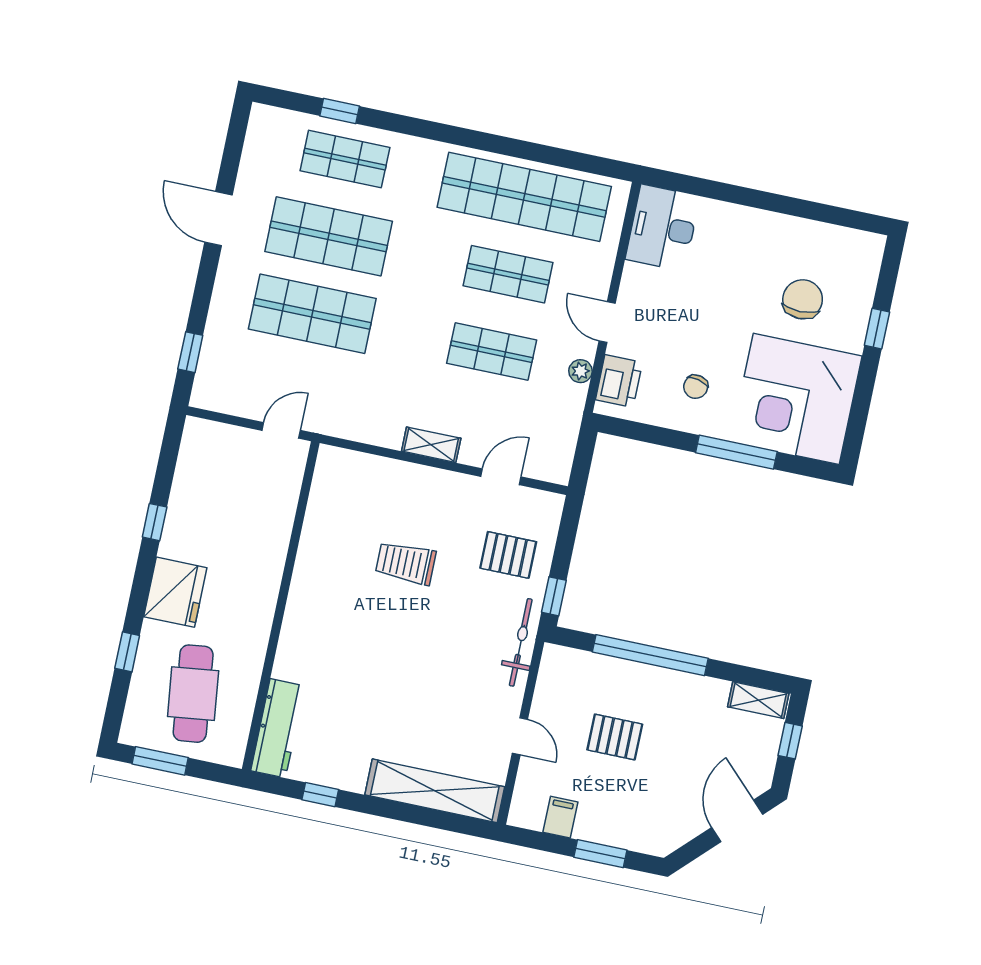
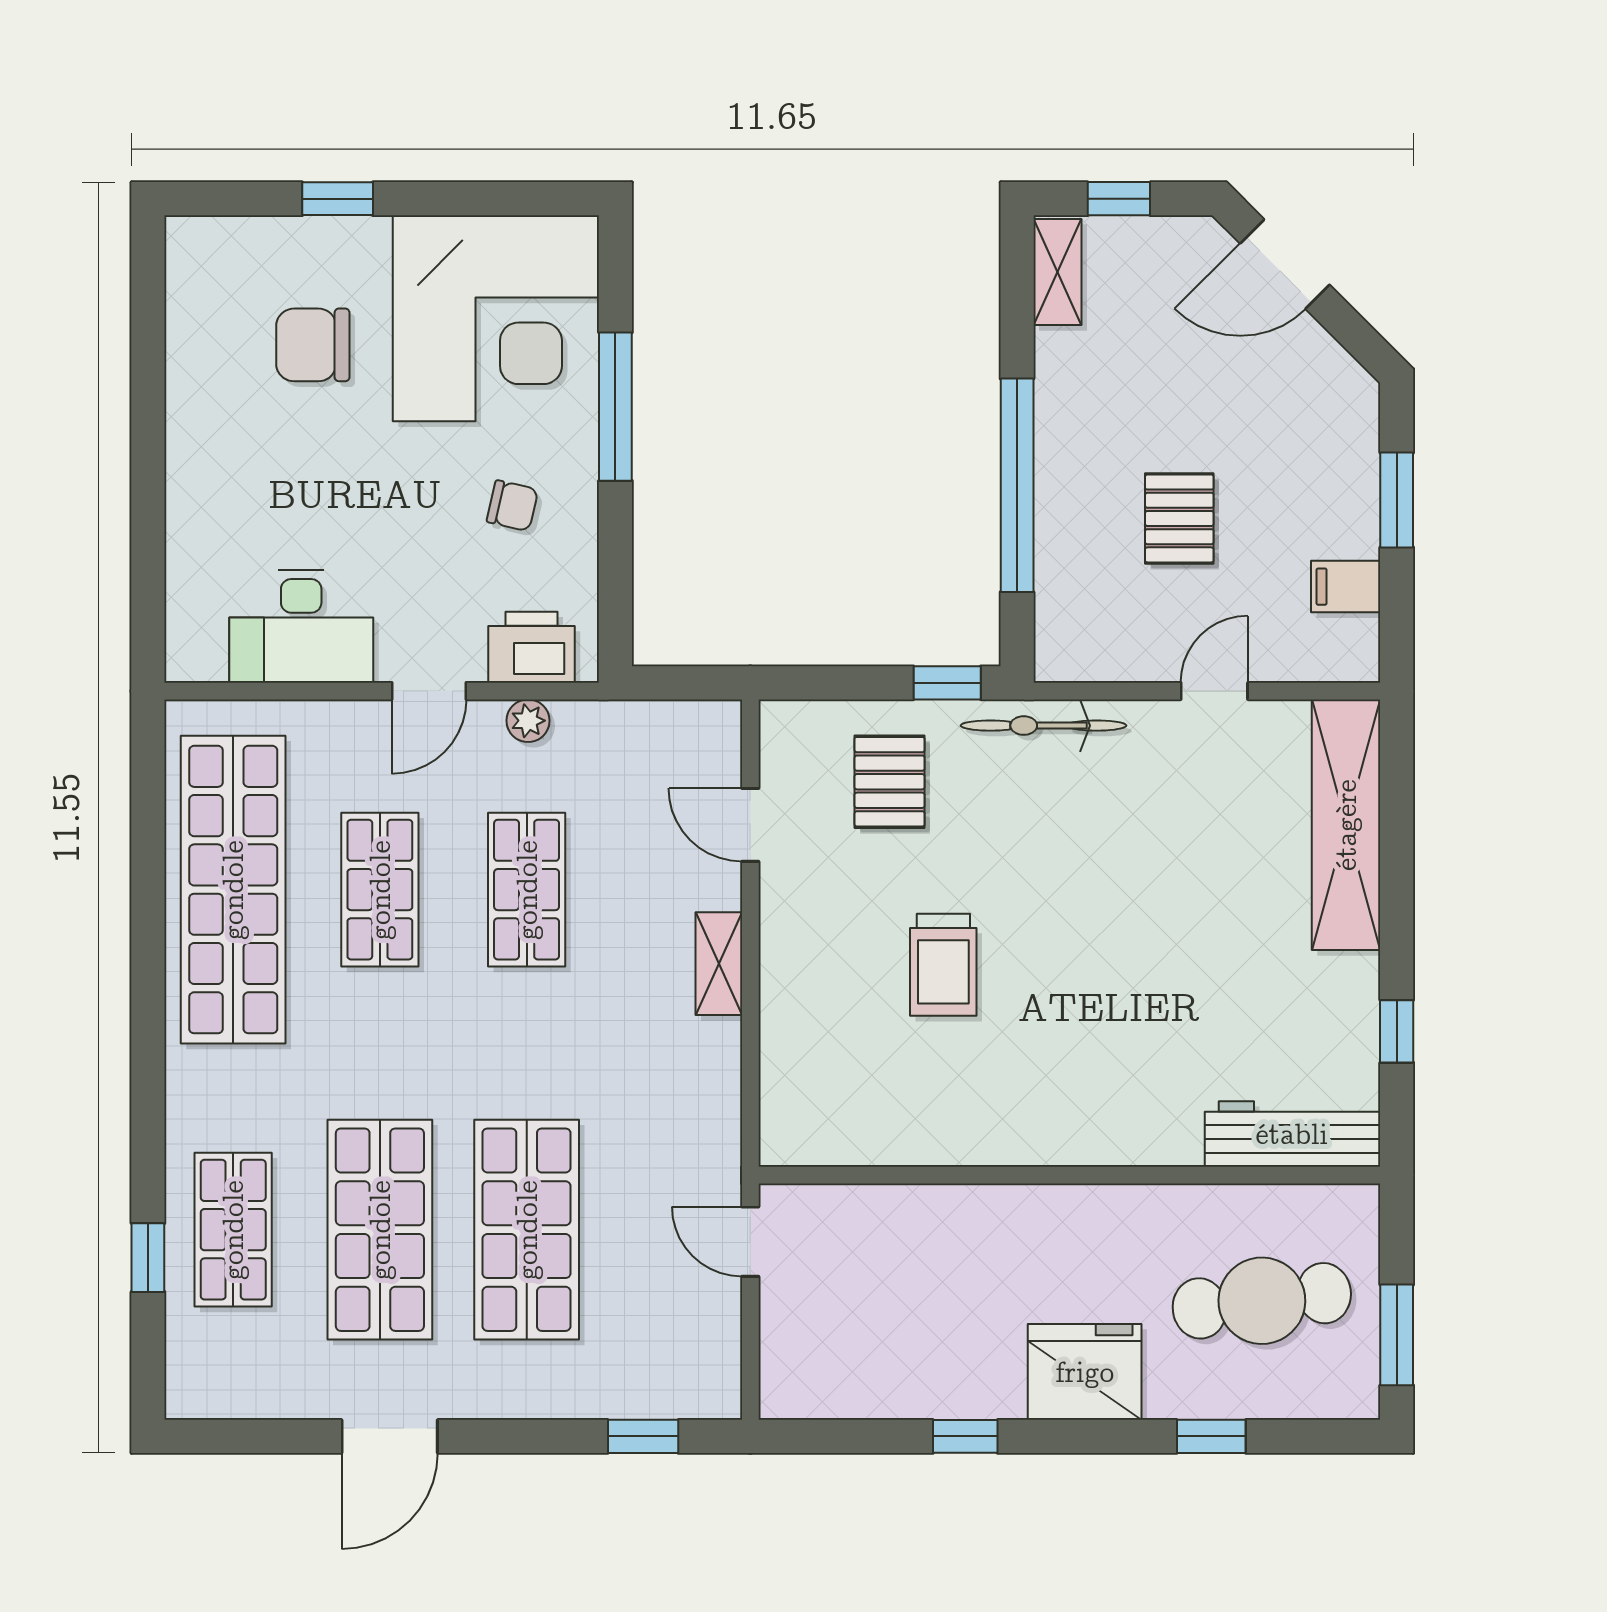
desk: (663, 228) -> (301, 626), moved

